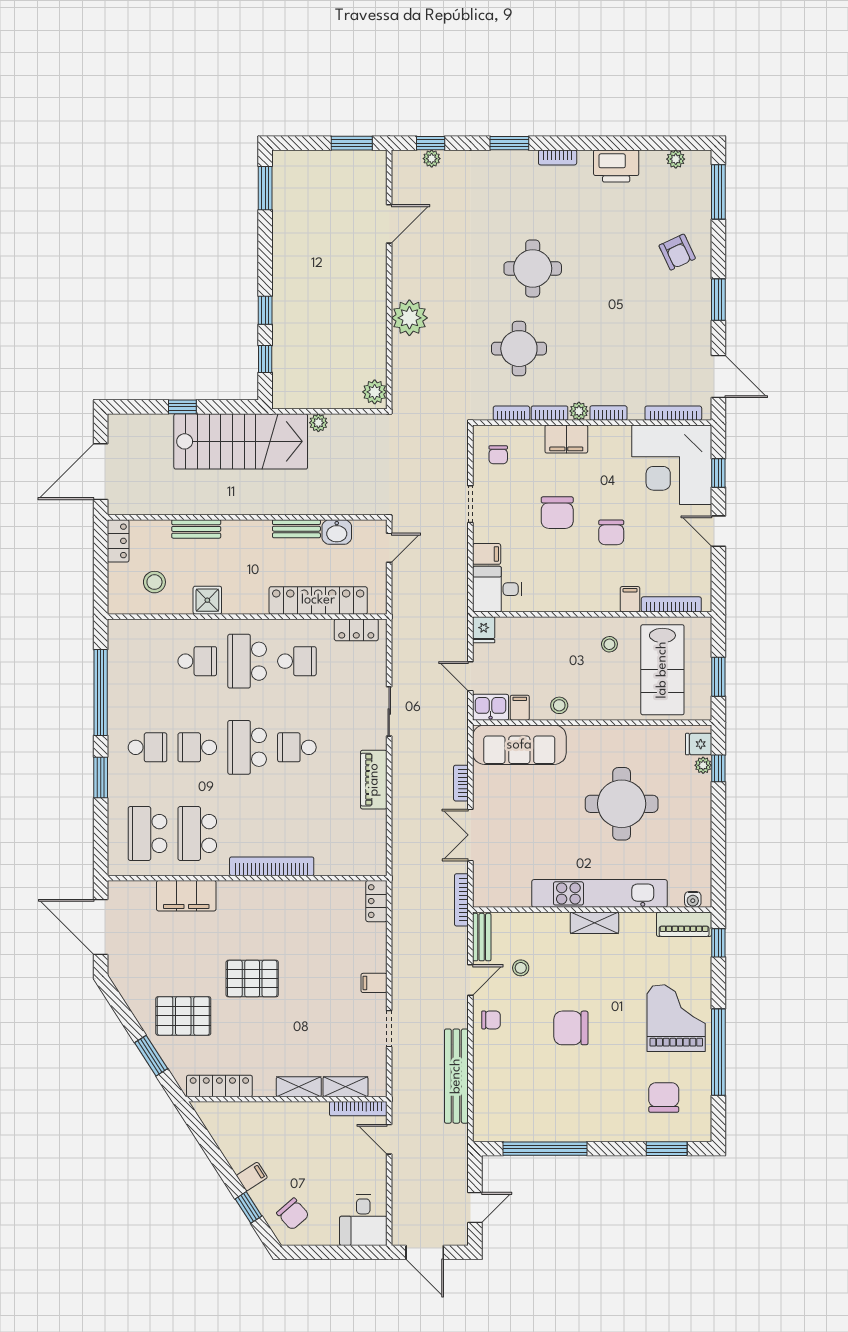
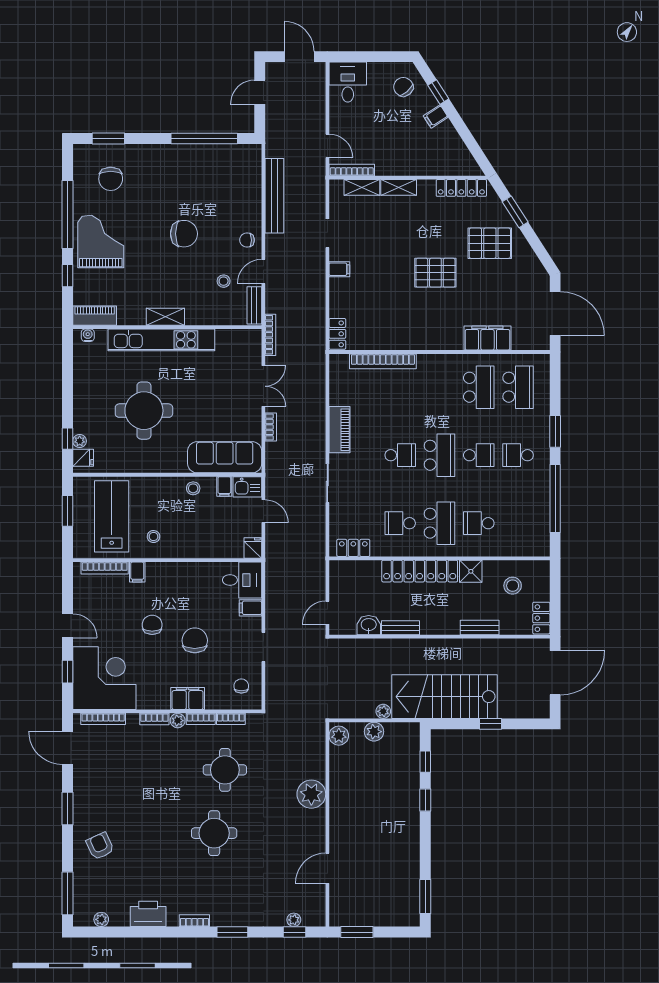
plant: (330, 397) -> (374, 732), added
locker: (318, 600) -> (420, 571), moved
bookcase: (272, 866) -> (383, 361), moved
window: (718, 943) -> (68, 276), moved
grand piano: (676, 1018) -> (101, 241), turned 180

